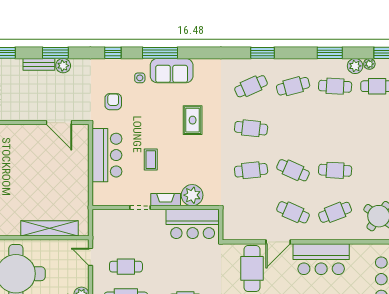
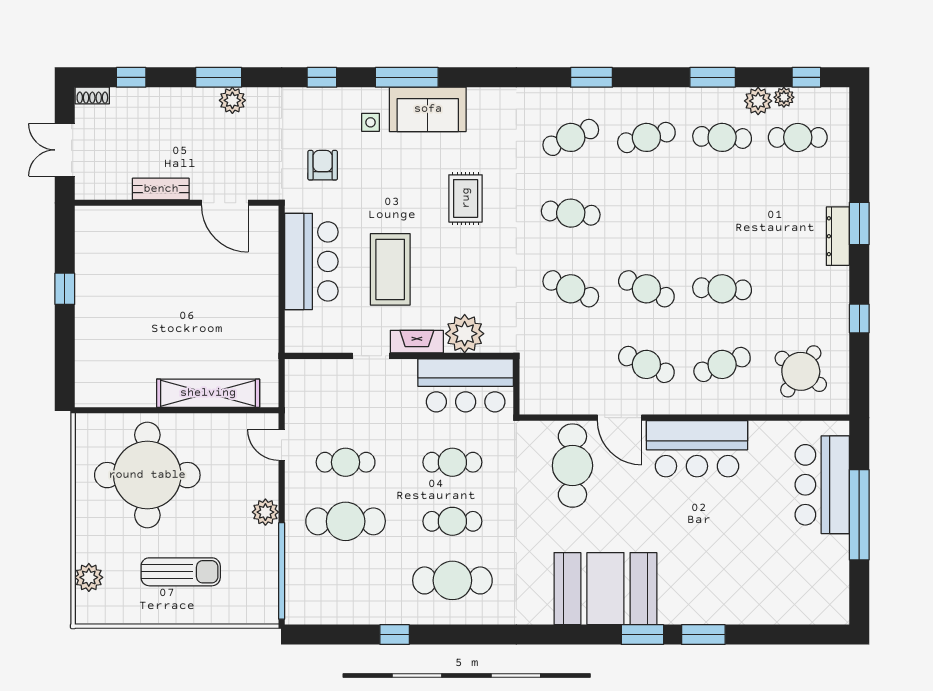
bench: (39, 64) -> (161, 189), moved
coffee table: (151, 160) -> (390, 269), width x1.86, depth x1.72
cafe table: (251, 170) -> (571, 289), turned 30
door: (278, 242) -> (619, 418), hinge flipped
cafe table: (185, 267) -> (452, 462), added

